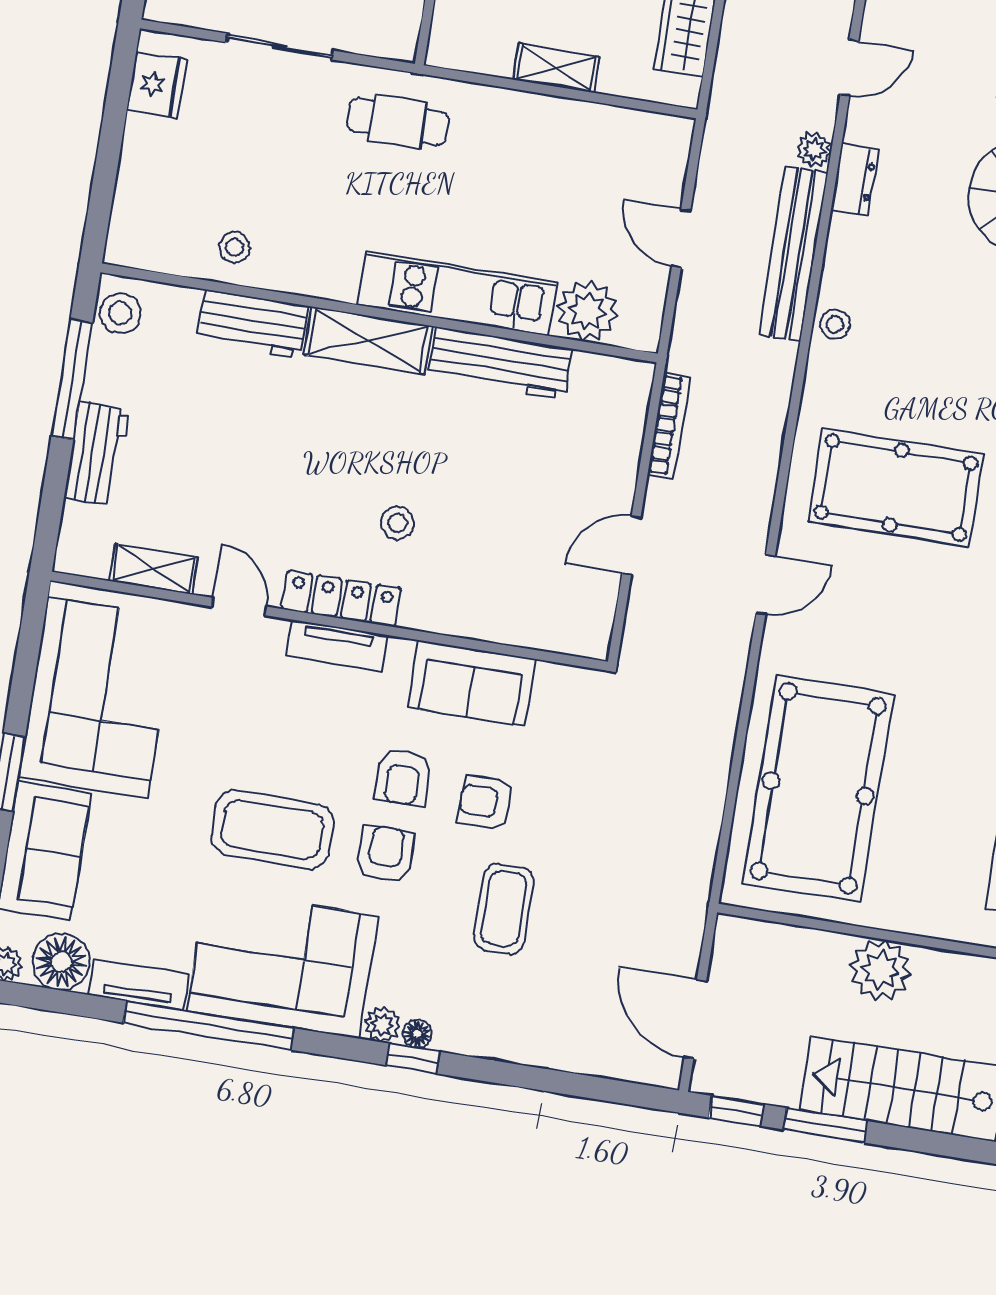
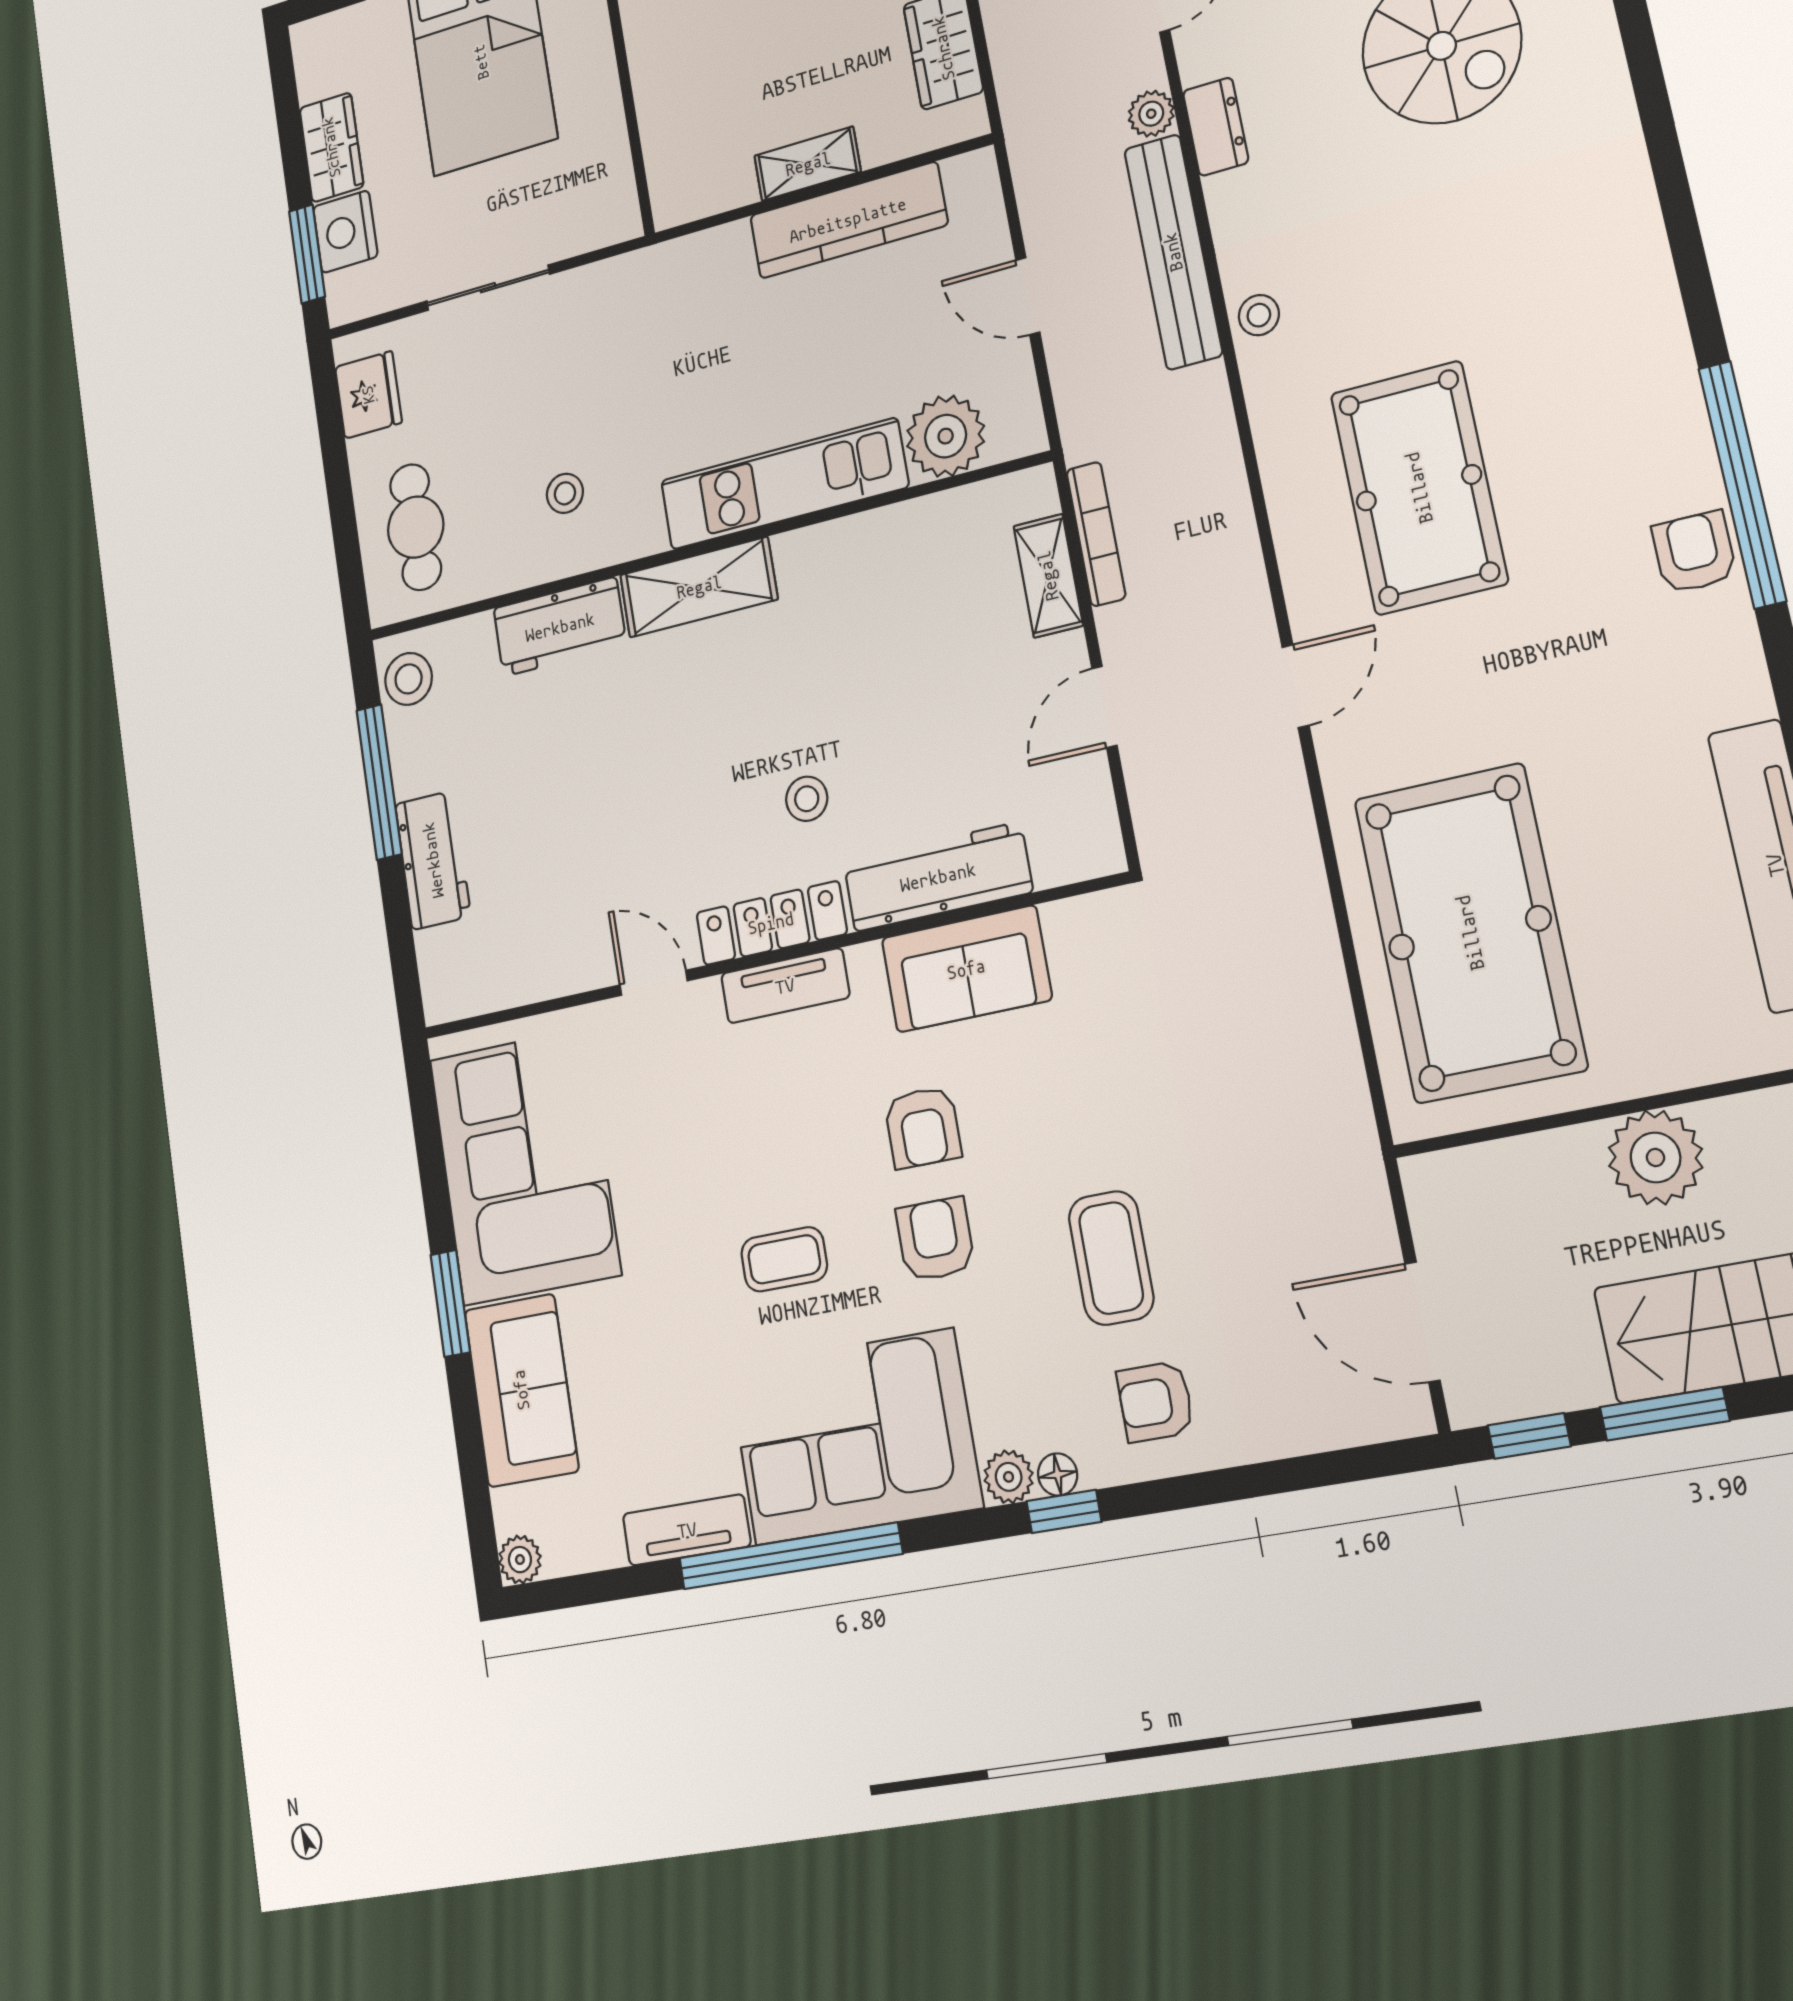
cafe table: (398, 122) -> (416, 527), moved, turned 90
kitchen counter: (572, 124) -> (848, 220), added
stool: (235, 247) -> (565, 493), moved
workbench: (500, 363) -> (938, 877), moved, turned 180
pool table: (896, 488) -> (1419, 488), turned 90
shelving: (153, 569) -> (1048, 576), moved, turned 90
armchair: (486, 802) -> (1155, 1402), moved
coffee table: (272, 830) -> (784, 1259), width x0.54, depth x0.58
floor lamp: (61, 962) -> (585, 1532), removed

